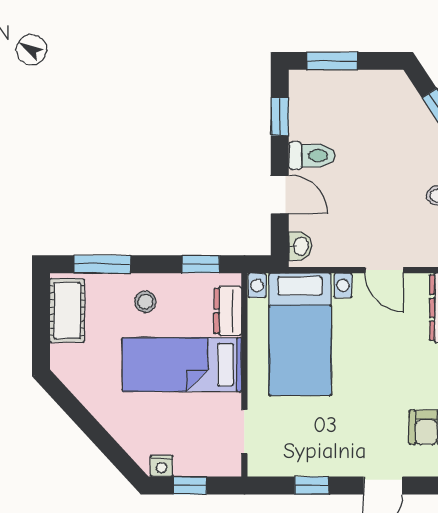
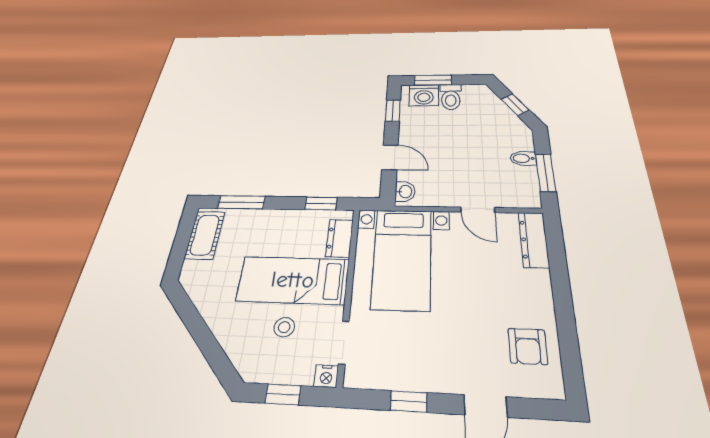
washing machine: (320, 89) -> (424, 95), added
toilet: (312, 156) -> (451, 97), moved, turned 90
stool: (145, 302) -> (284, 327), moved
nightstand: (161, 466) -> (326, 376), moved

